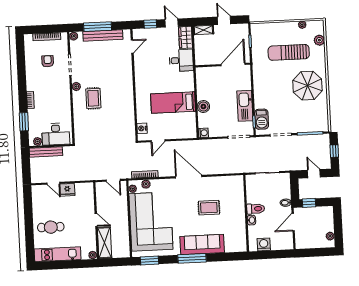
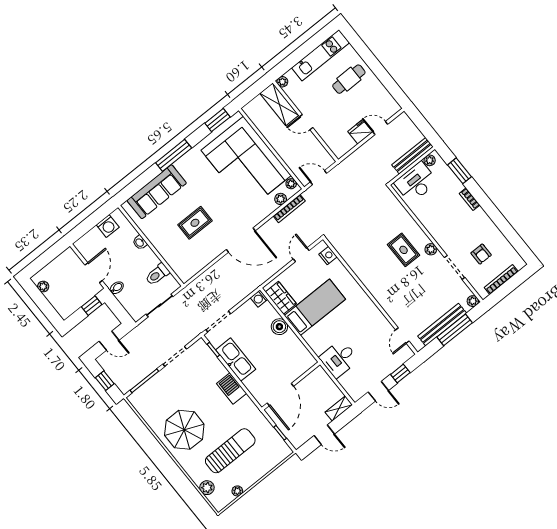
wardrobe: (185, 37) -> (281, 298), moved
barbecue: (262, 119) -> (232, 388), moved
toilet: (256, 209) -> (157, 274), moved
sofa: (202, 244) -> (157, 192), moved

